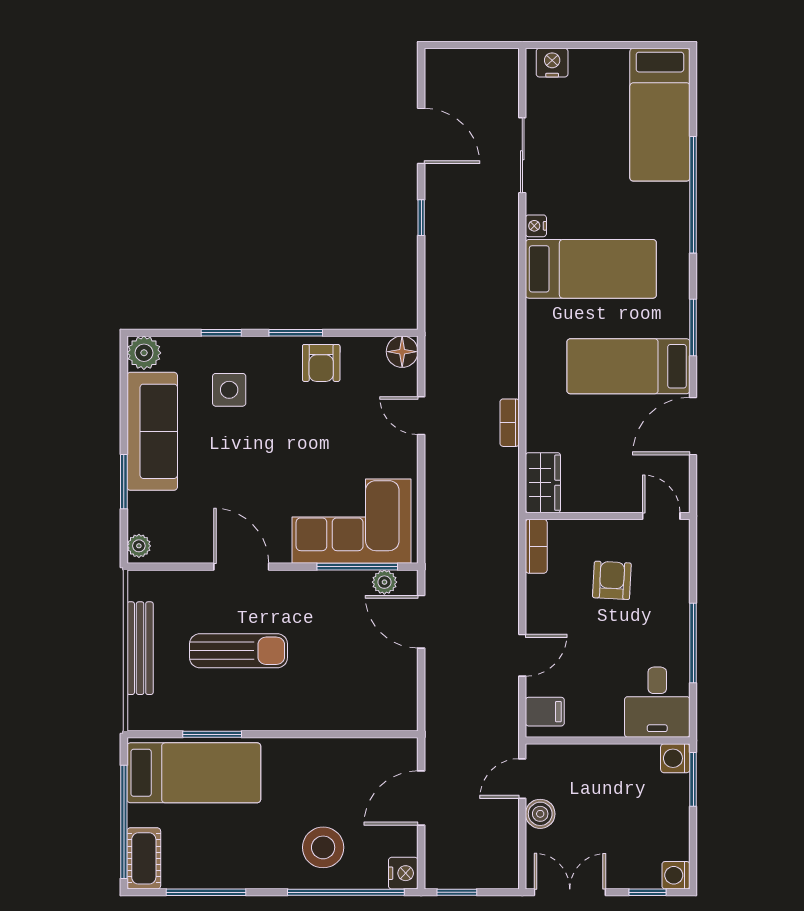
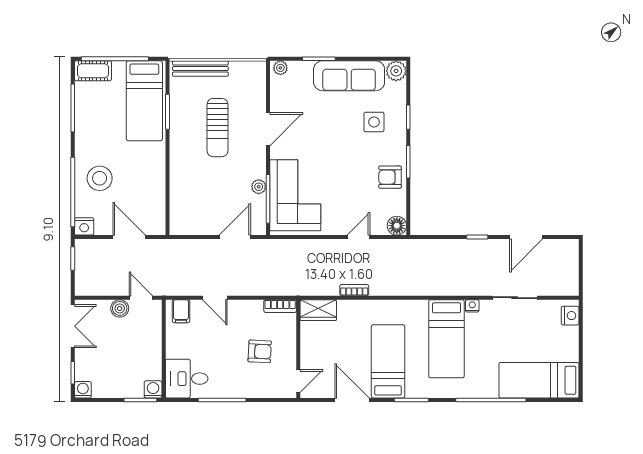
plant: (384, 582) -> (259, 187), moved
bench: (140, 648) -> (200, 69), moved

